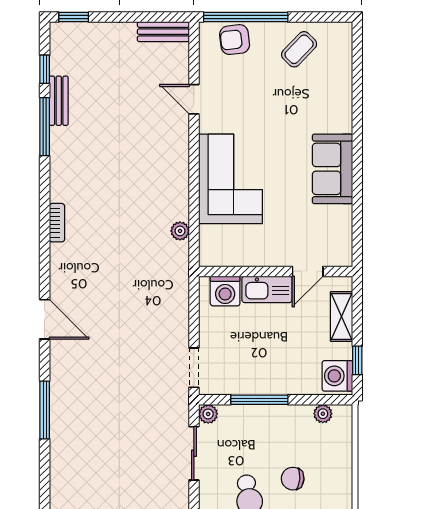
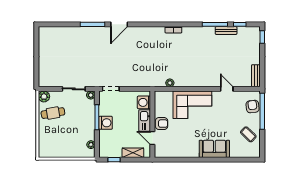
door: (194, 99) -> (227, 89), hinge flipped
sofa: (333, 169) -> (214, 149), moved
armchair: (274, 250) -> (162, 124), added
door: (45, 319) -> (119, 24), moved
washing machine: (337, 376) -> (106, 123), moved, turned 90
chair: (293, 479) -> (63, 132), removed

